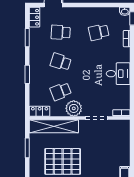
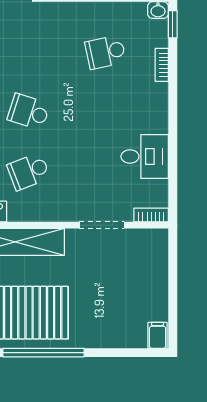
school desk: (61, 32) -> (29, 52), removed
desk: (118, 74) -> (145, 157), moved
plant: (74, 108) -> (55, 206), removed

